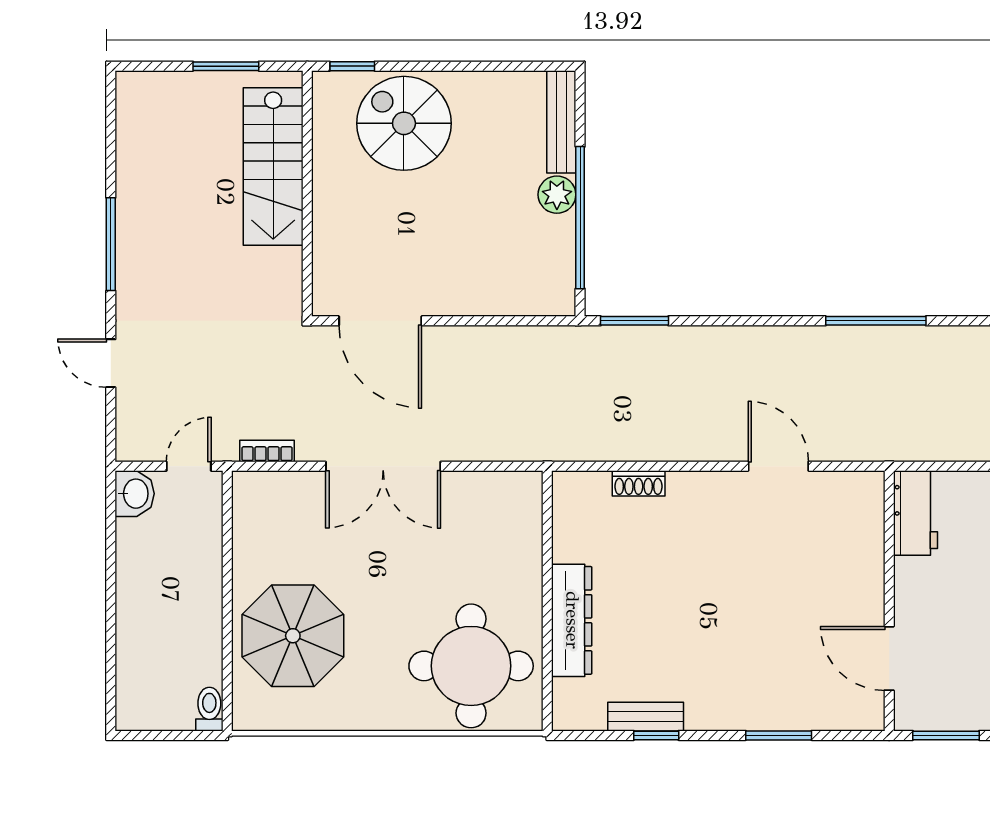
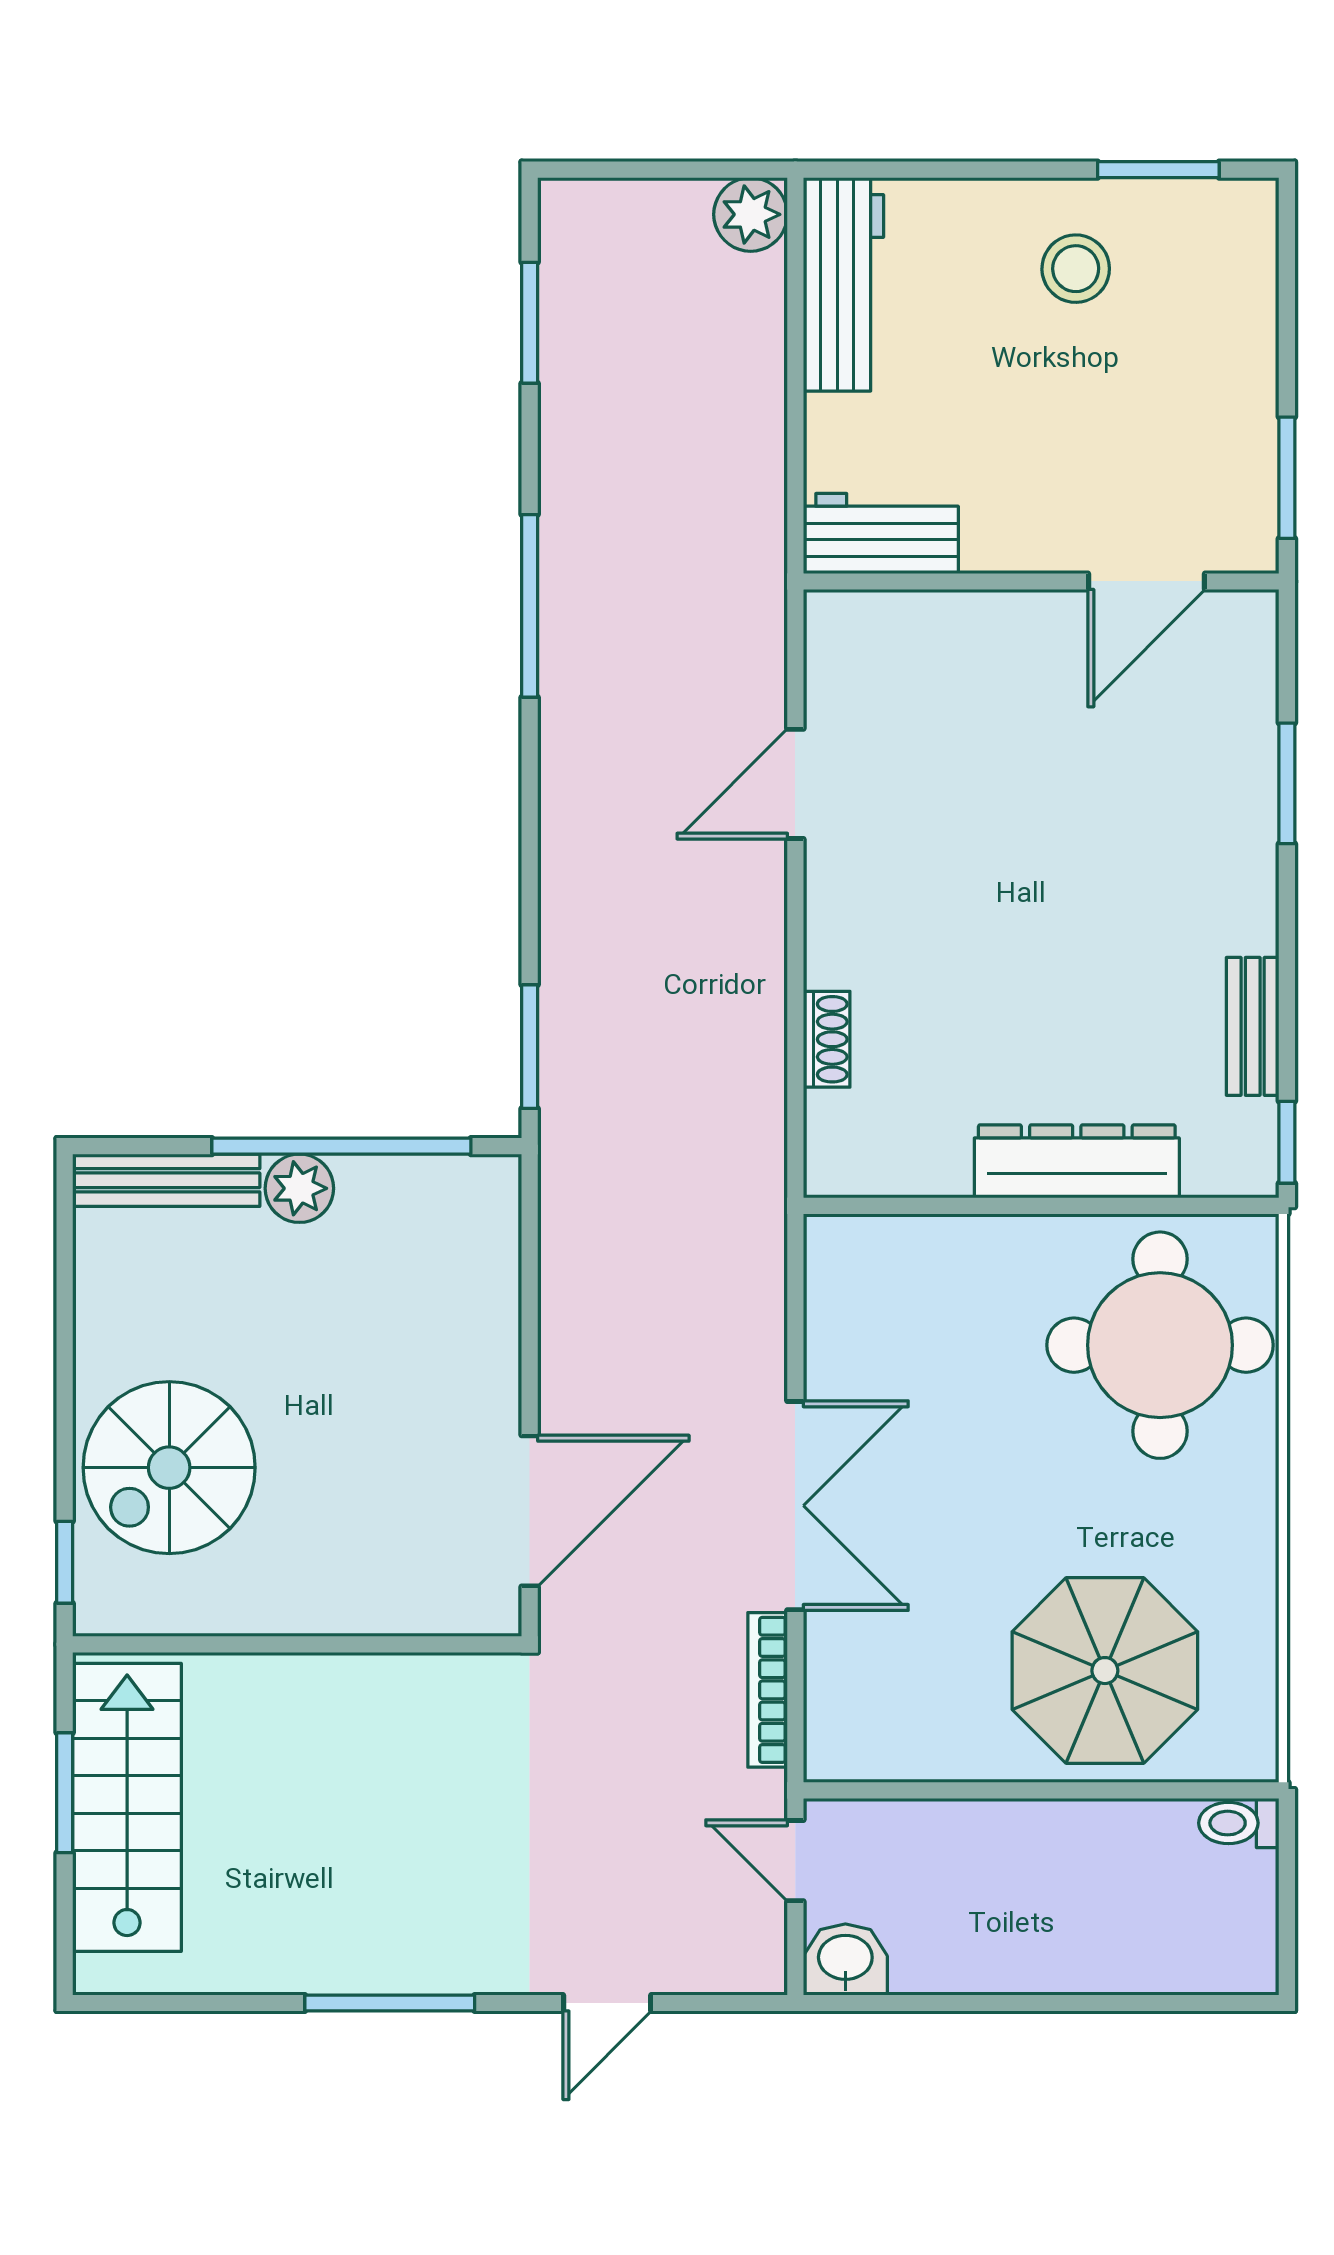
stairs: (273, 166) -> (127, 1807), moved, turned -90
bookcase: (267, 451) -> (768, 1690), width x1.56
window: (656, 735) -> (1287, 1142), moved

